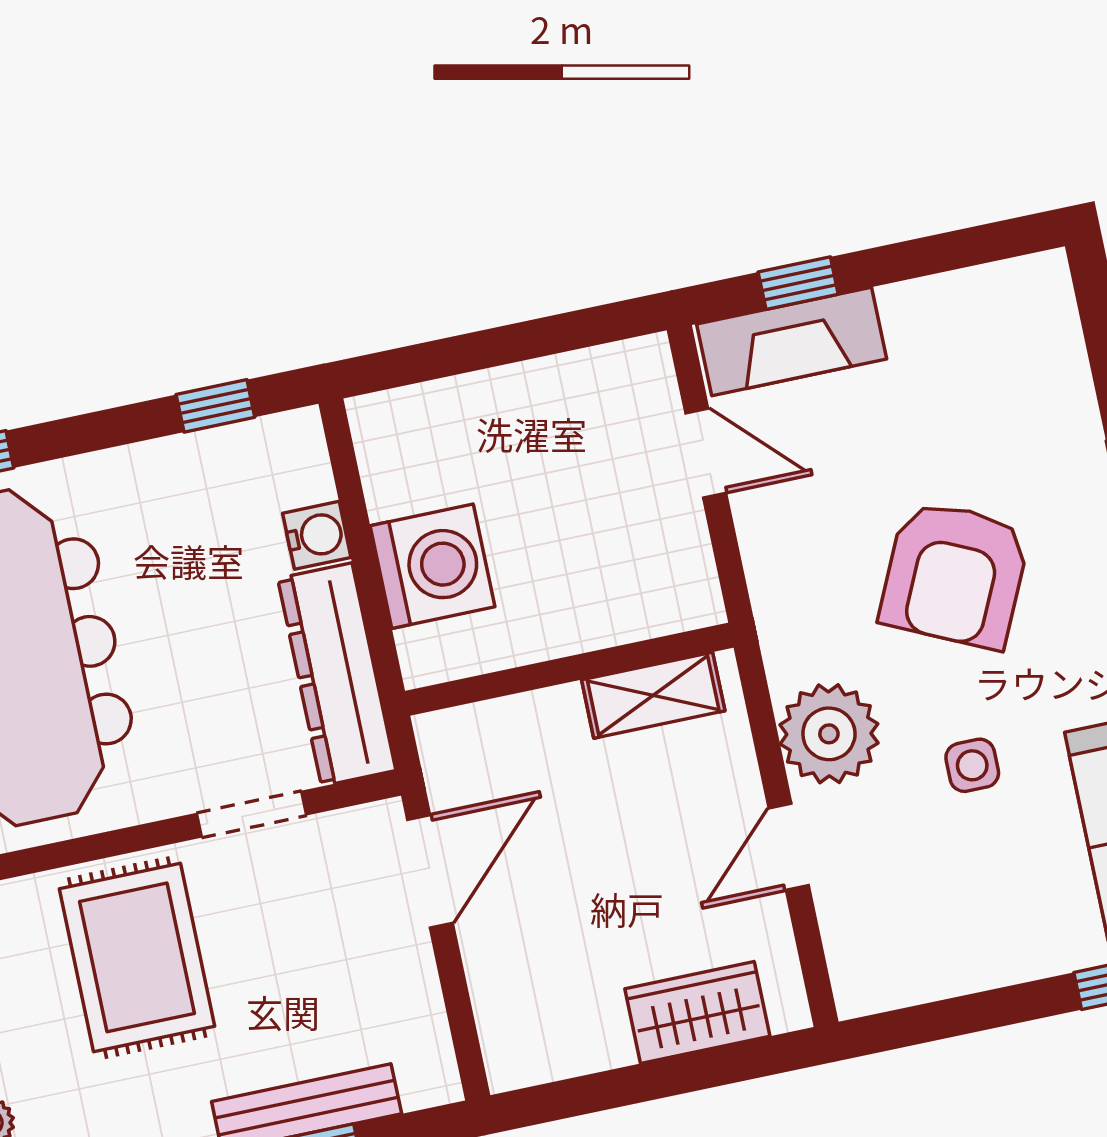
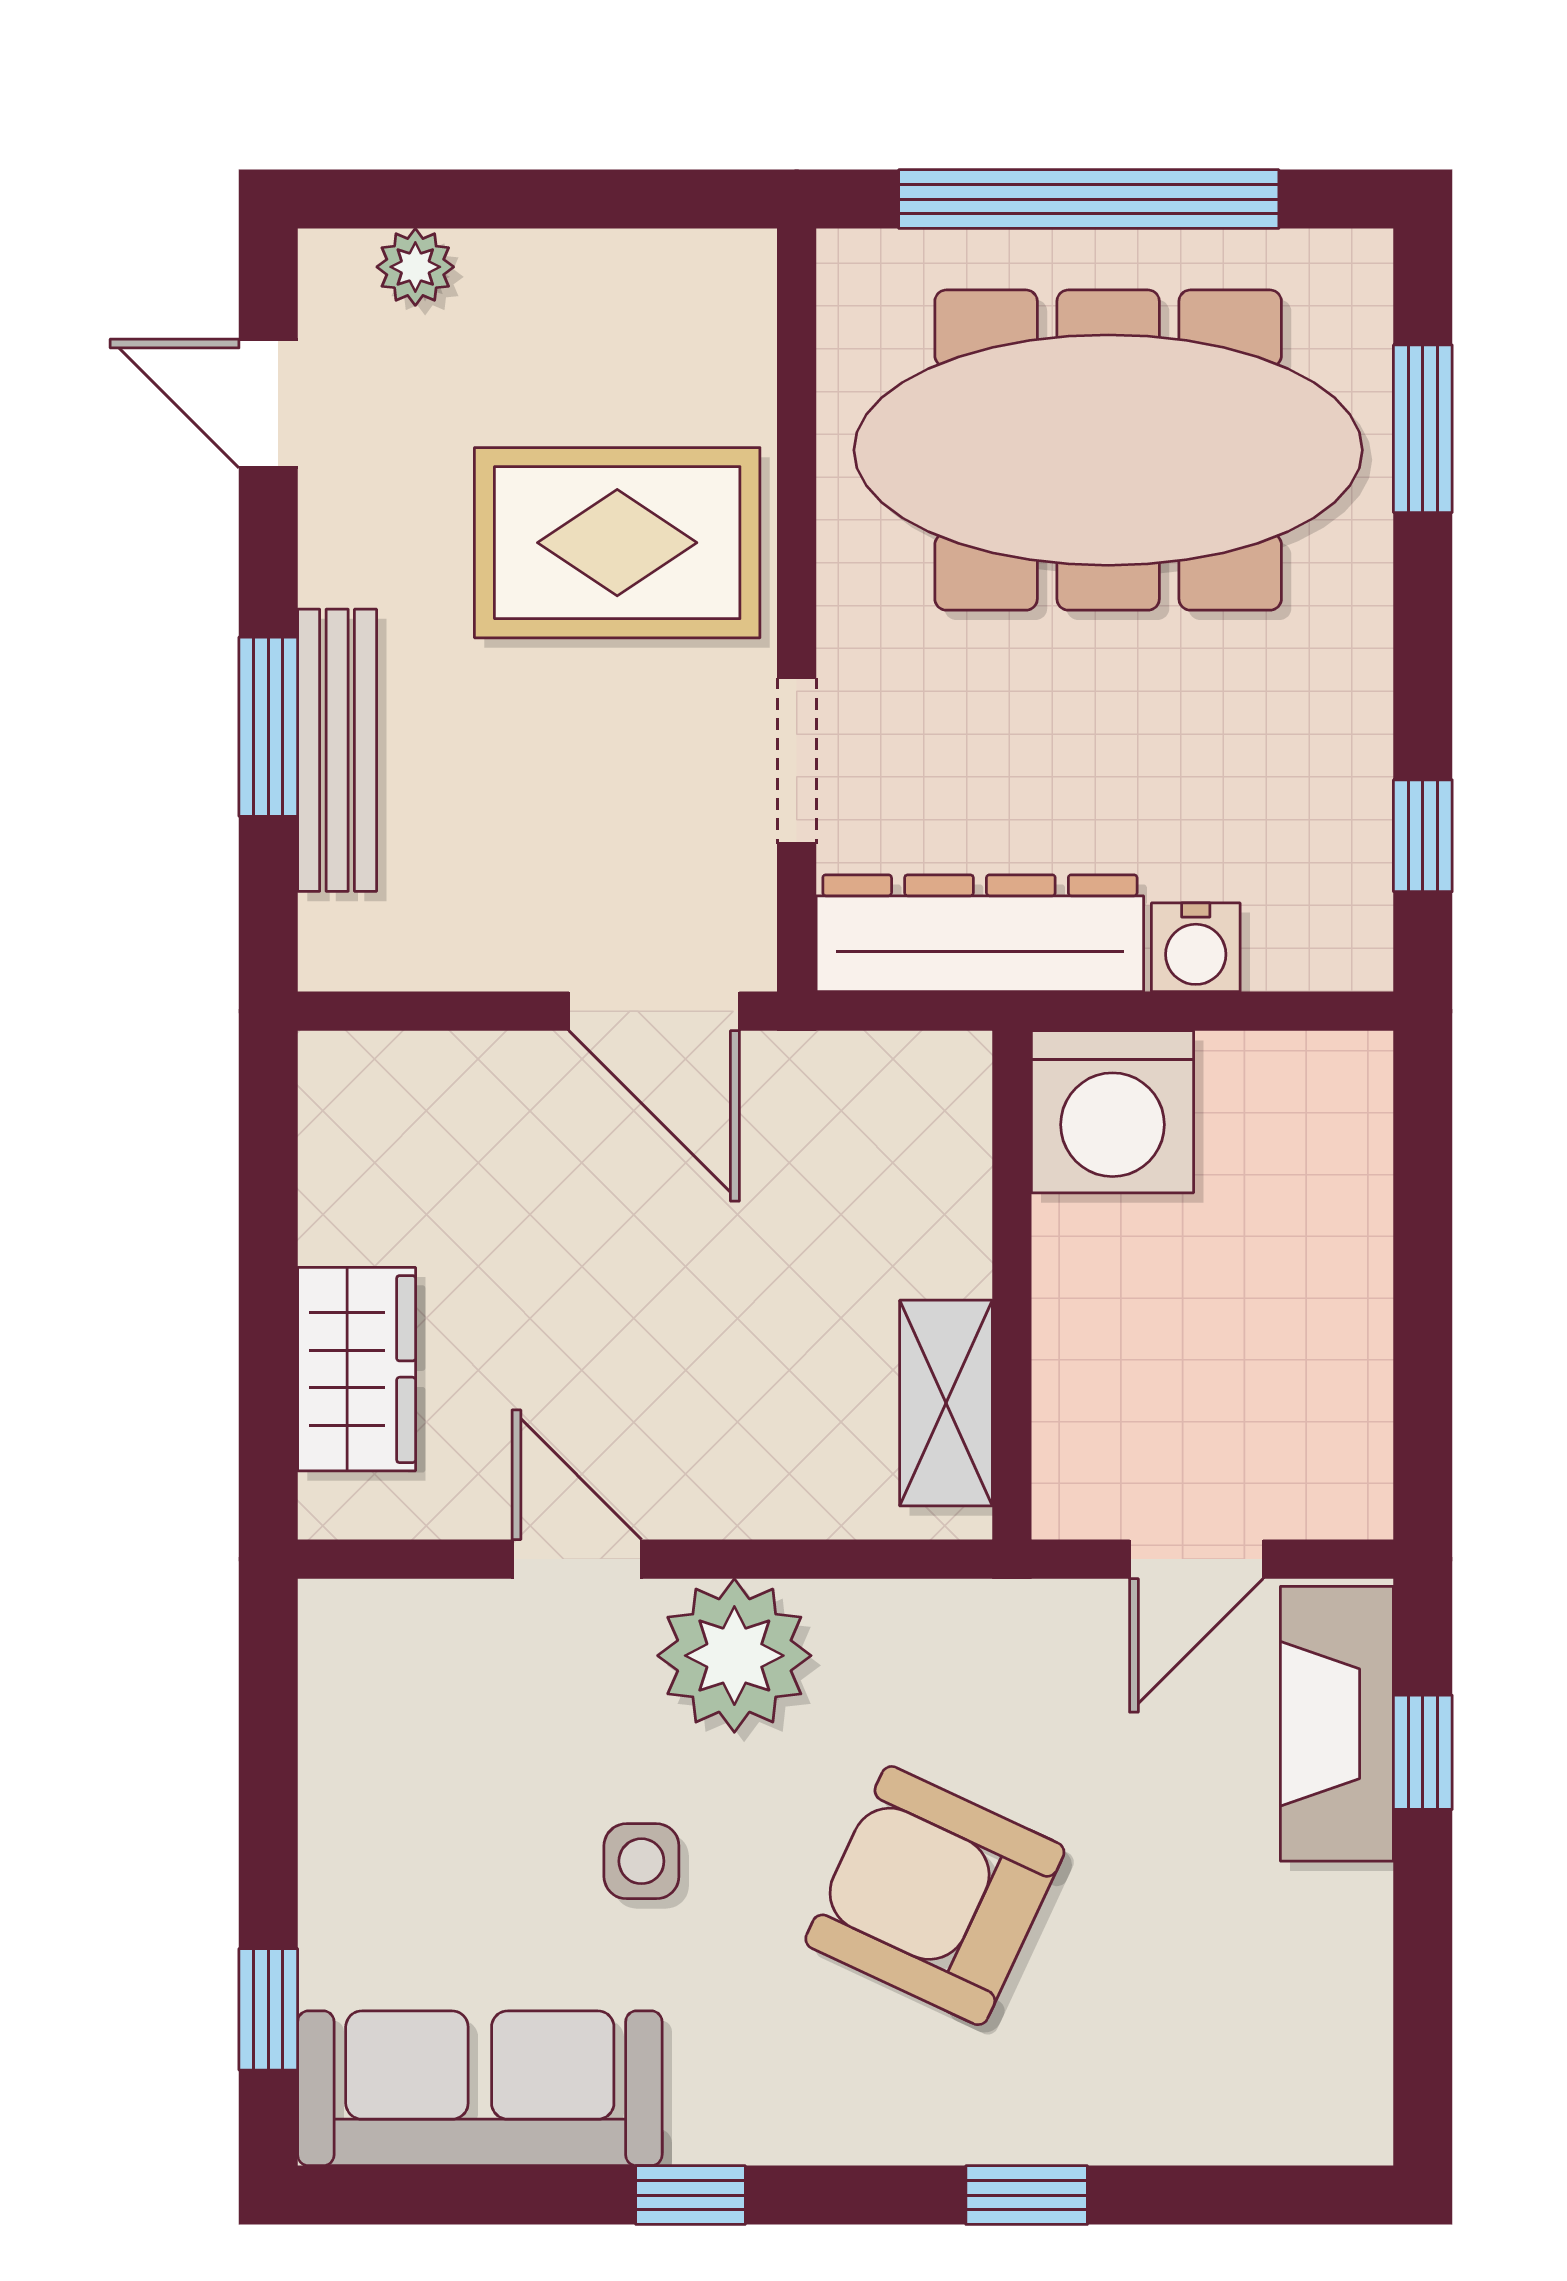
wall: (569, 669) -> (1012, 1285), moved
shelving: (653, 695) -> (946, 1403), moved

